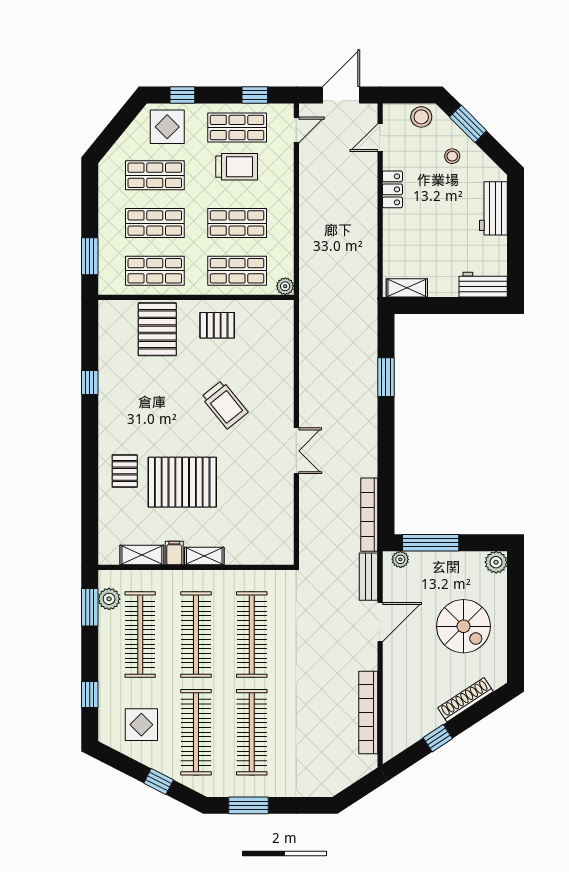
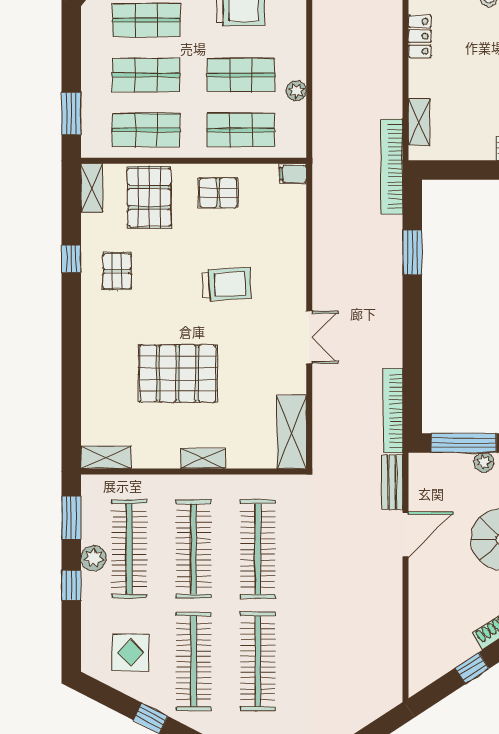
plant: (285, 286) -> (296, 91), moved
shelving: (407, 288) -> (419, 122), moved, turned 90
shelving: (108, 321) -> (92, 188), added
trolley: (225, 405) -> (227, 284), turned -54
pallet: (125, 471) -> (117, 271), moved
shelving: (281, 533) -> (292, 432), added
filing cabinet: (174, 553) -> (293, 174), moved, turned -90
shelving: (142, 555) -> (106, 457), moved
plant: (400, 559) -> (484, 462), moved
plant: (109, 599) -> (94, 558), moved
window: (90, 694) -> (71, 585), moved
bookcase: (368, 712) -> (392, 167), moved

